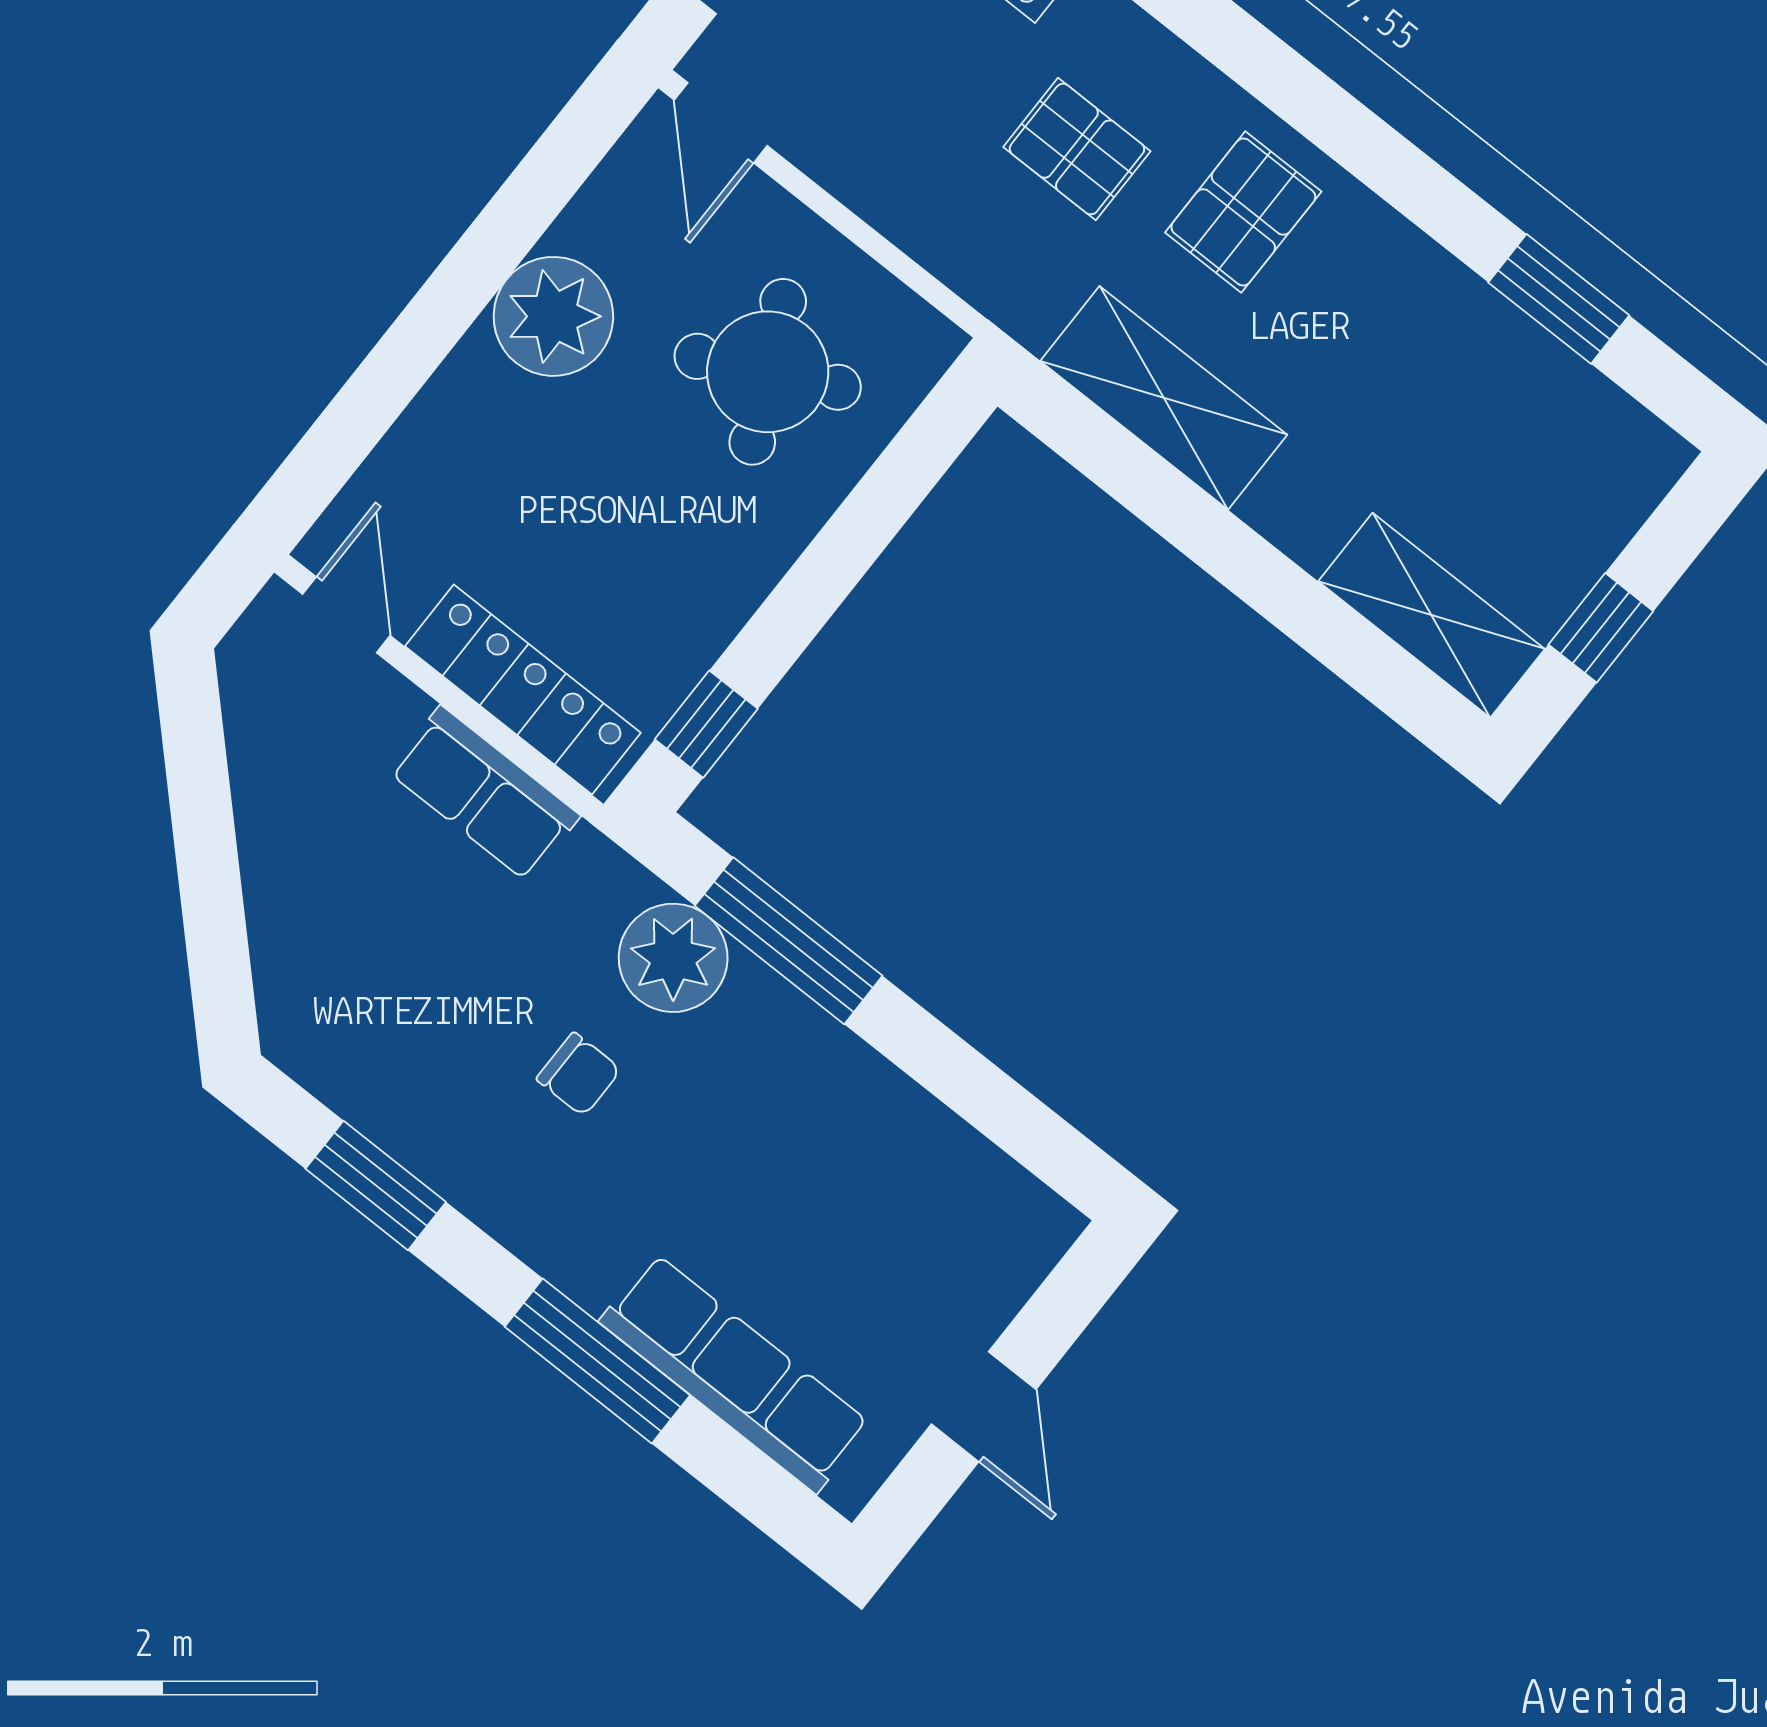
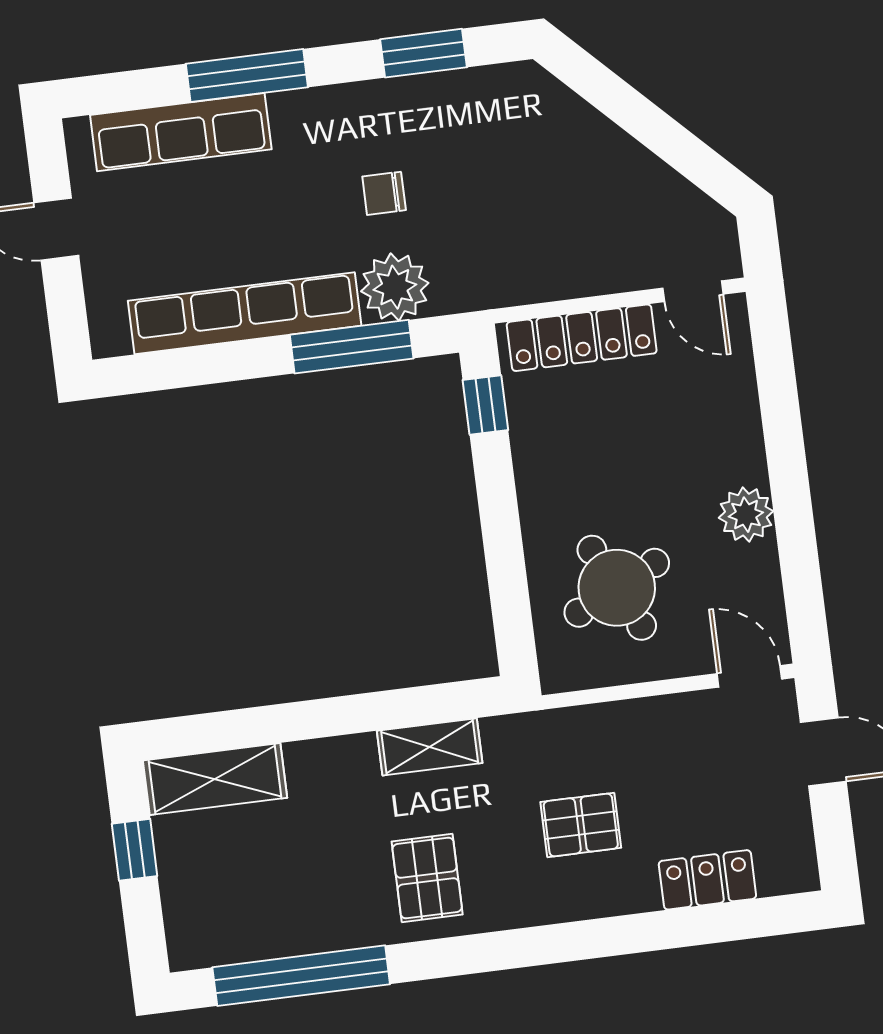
pallet: (1243, 212) -> (427, 878), moved
window: (1559, 299) -> (301, 976), width x2.11
plant: (553, 316) -> (746, 515), width x0.73, depth x0.73
shelving: (1164, 398) -> (430, 747), width x0.67, depth x0.75
row of seats: (484, 794) -> (245, 313), moved, width x2.02

